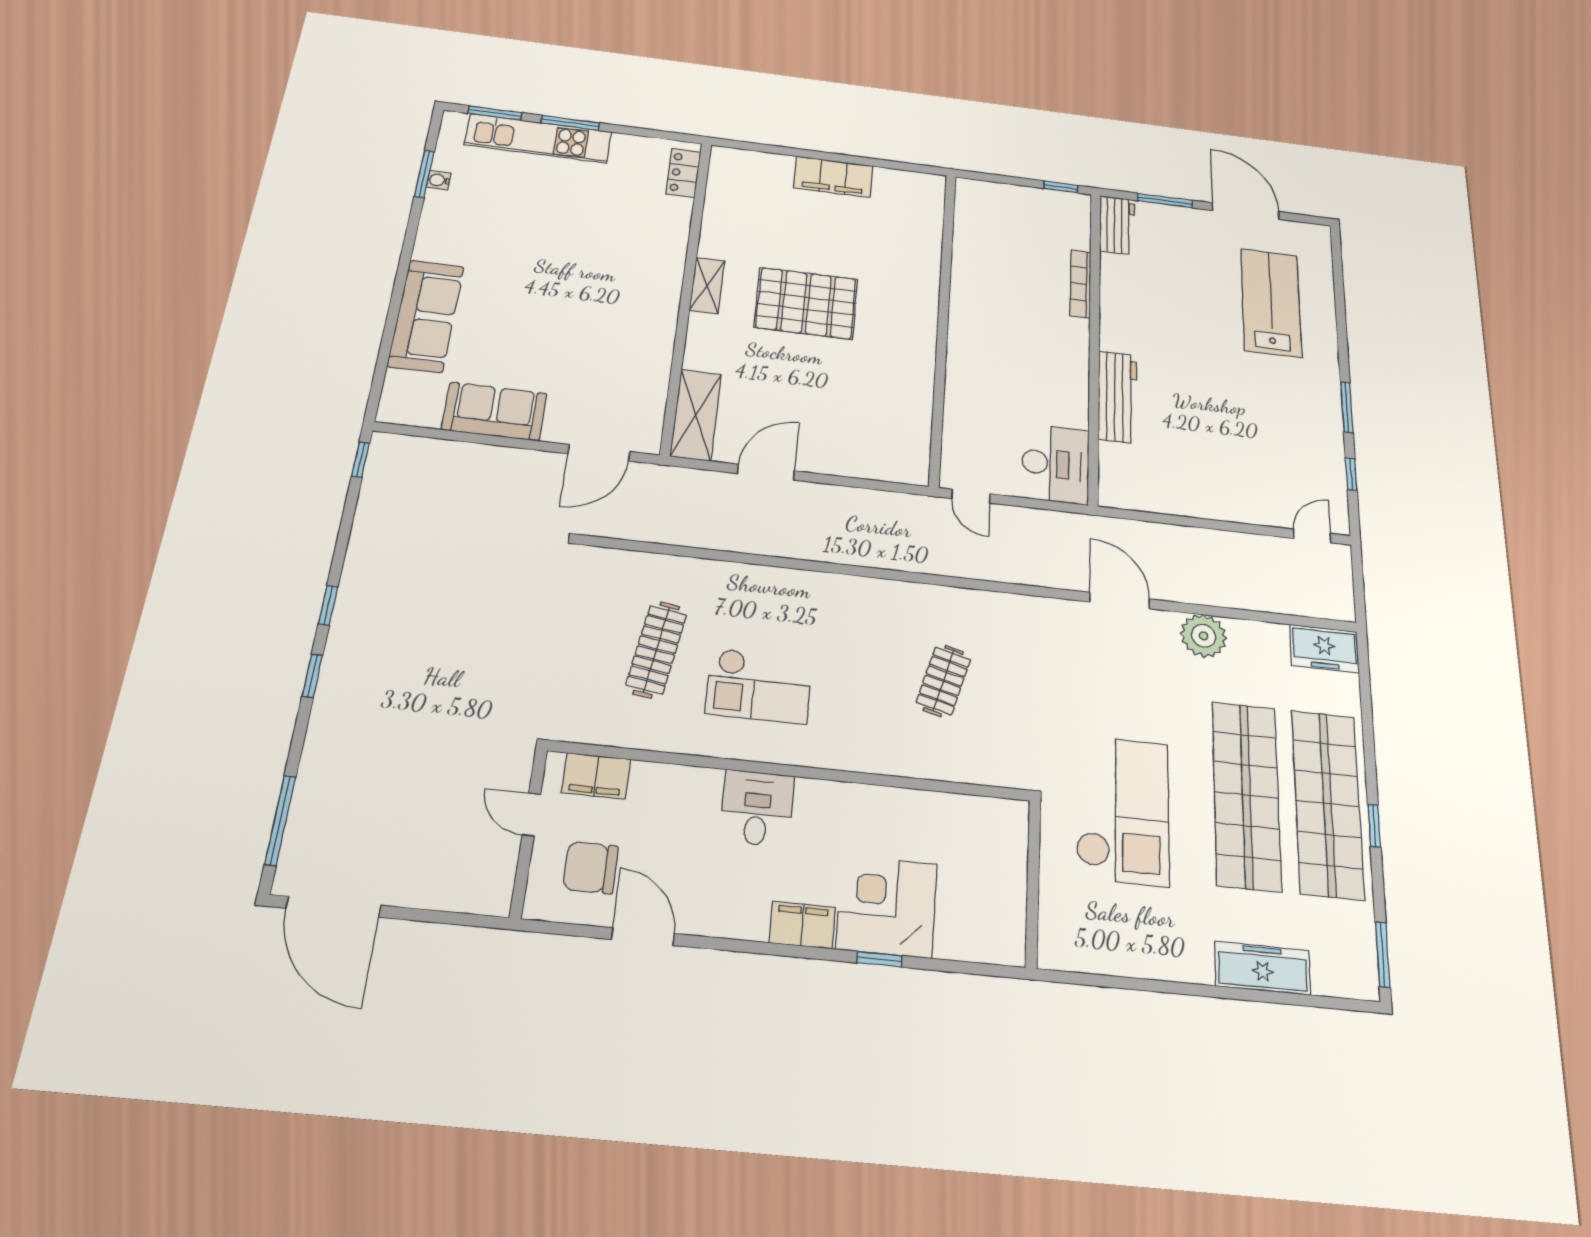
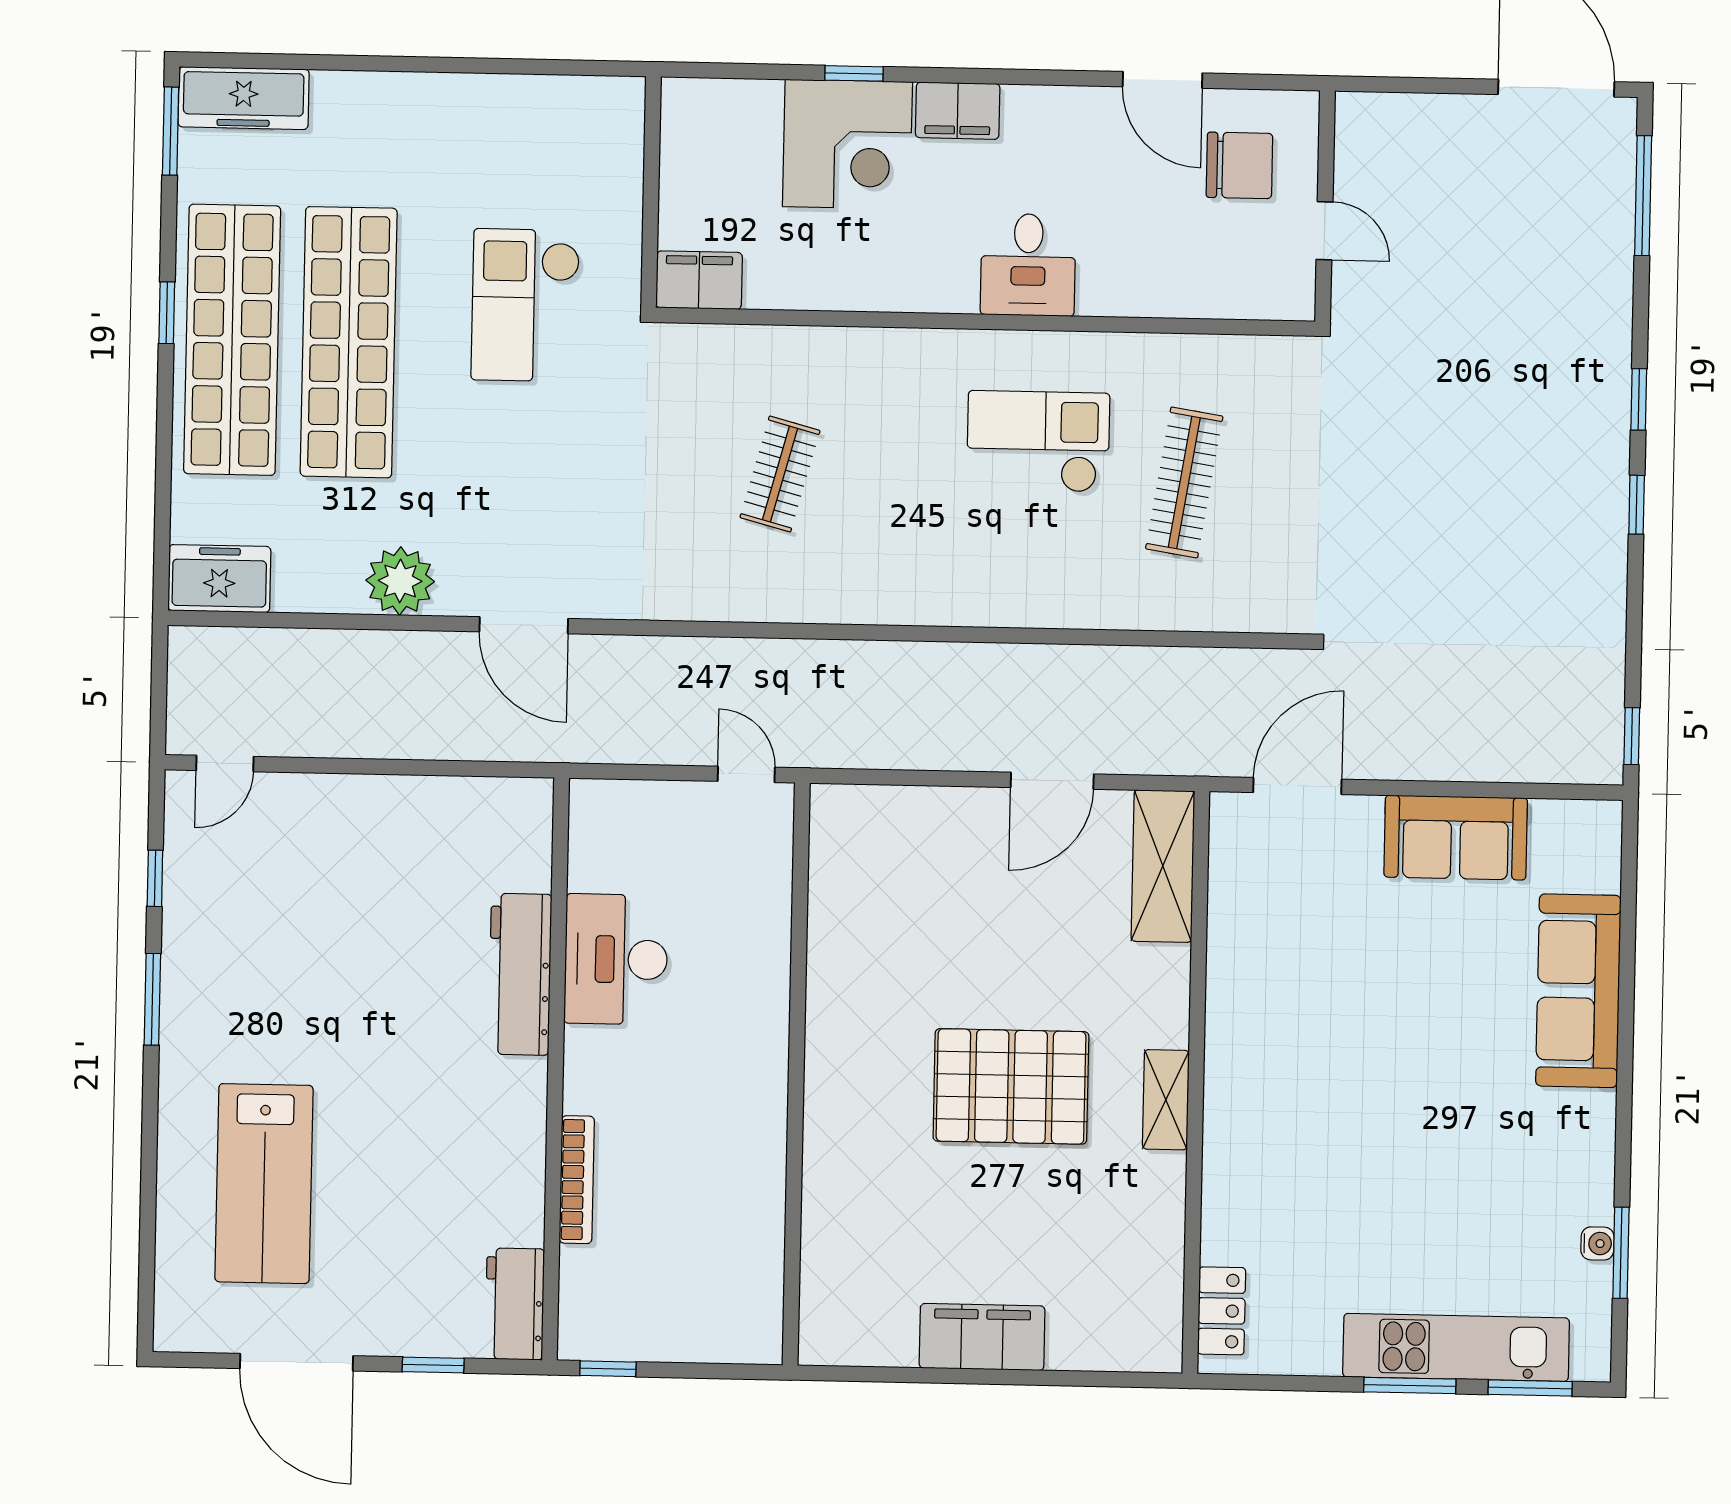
window: (1165, 201) -> (433, 1365), width x0.67
desk: (1055, 464) -> (616, 959), moved
filing cabinet: (596, 776) -> (699, 280), moved
checkout: (1123, 810) -> (525, 305), width x0.73, depth x0.83
freezer: (1263, 968) -> (244, 98), moved

